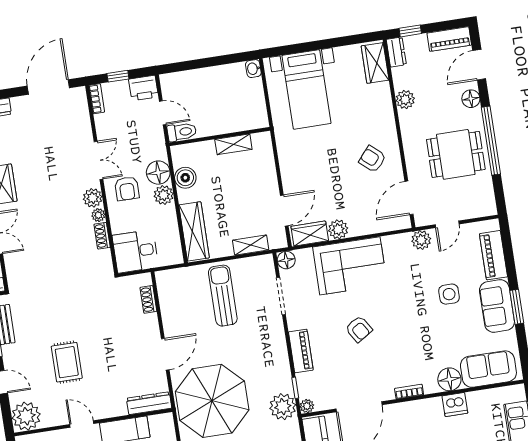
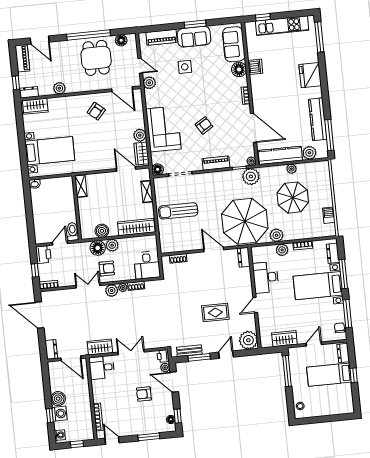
floor lamp: (471, 99) -> (121, 40), moved
shelving: (233, 144) -> (81, 186), moved
dresser: (149, 403) -> (244, 257), width x0.70

